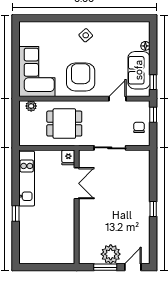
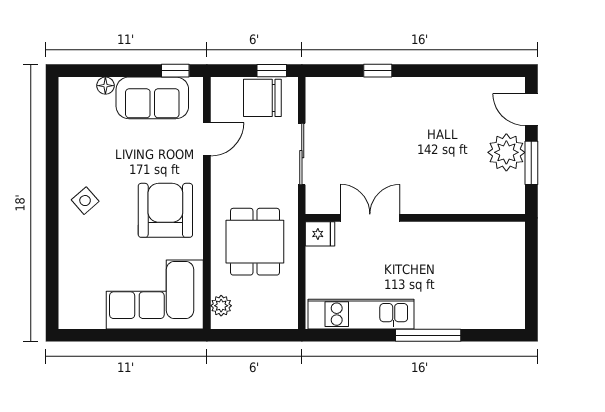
armchair: (81, 77) -> (165, 210), turned 90
door: (118, 99) -> (207, 139), swing flipped
window: (153, 115) -> (272, 71), moved
chair: (139, 127) -> (262, 98), width x1.87, depth x1.87
window: (153, 209) -> (378, 71), moved
window: (16, 214) -> (428, 335), width x2.17

